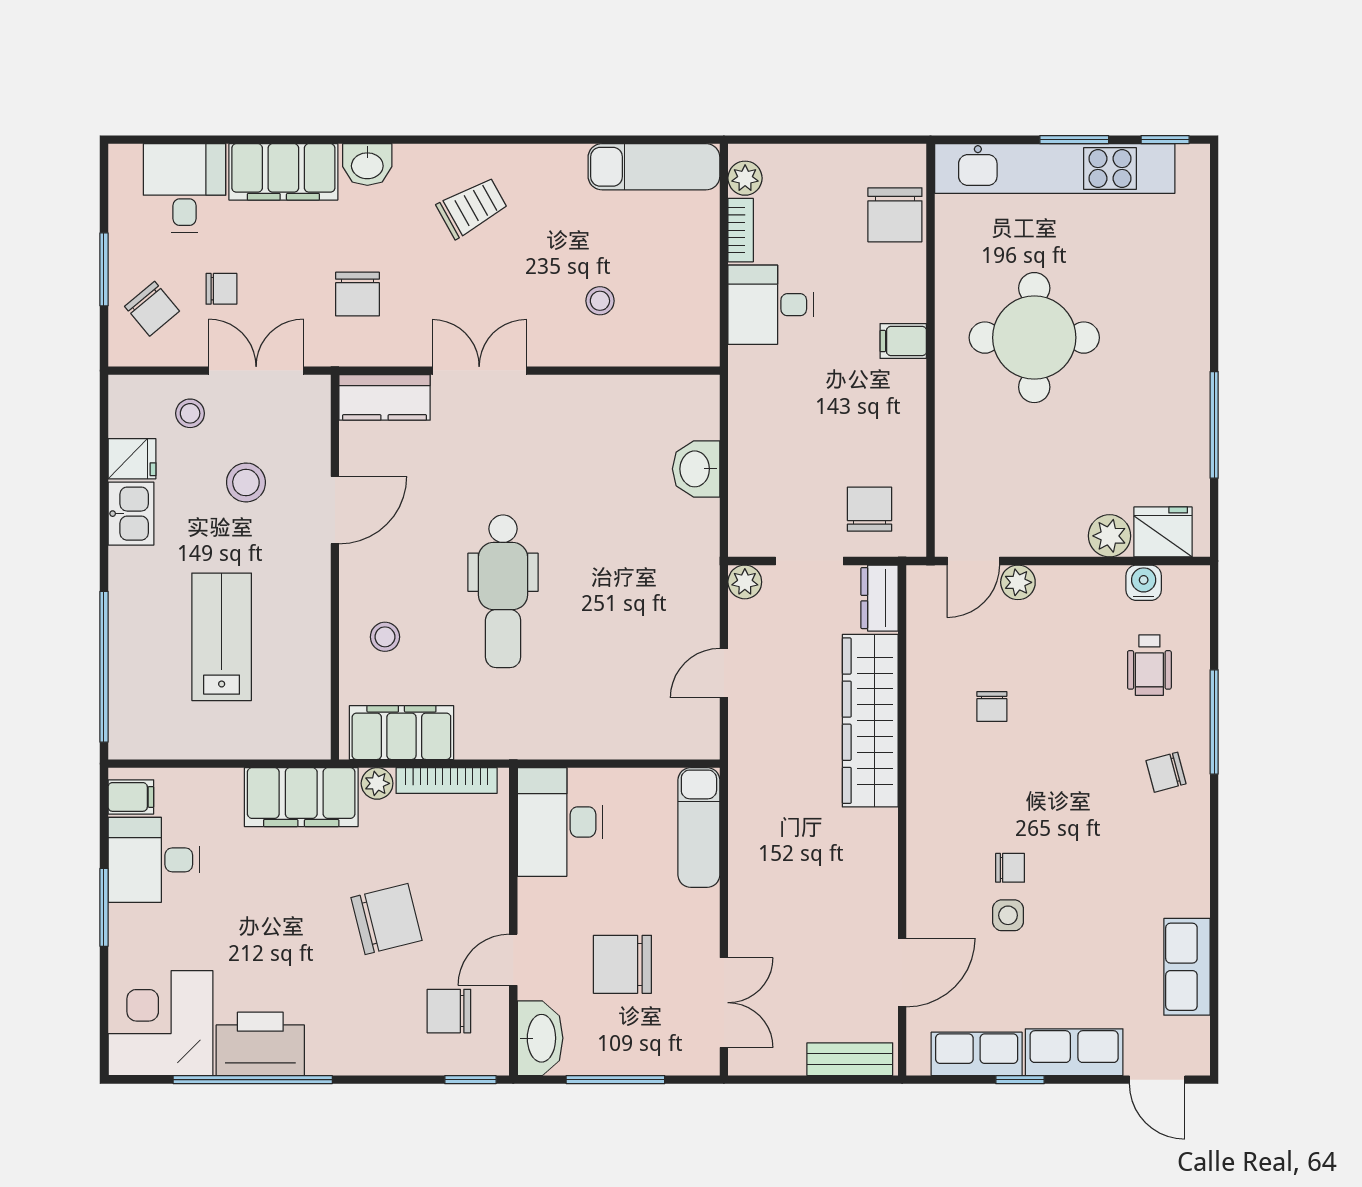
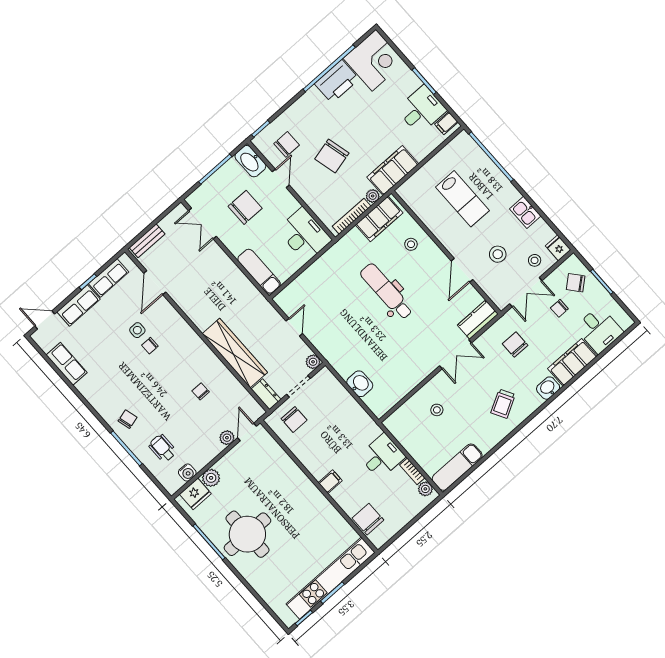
round table: (1034, 338) -> (247, 534), moved
fridge: (132, 459) -> (558, 248), moved, turned 90

